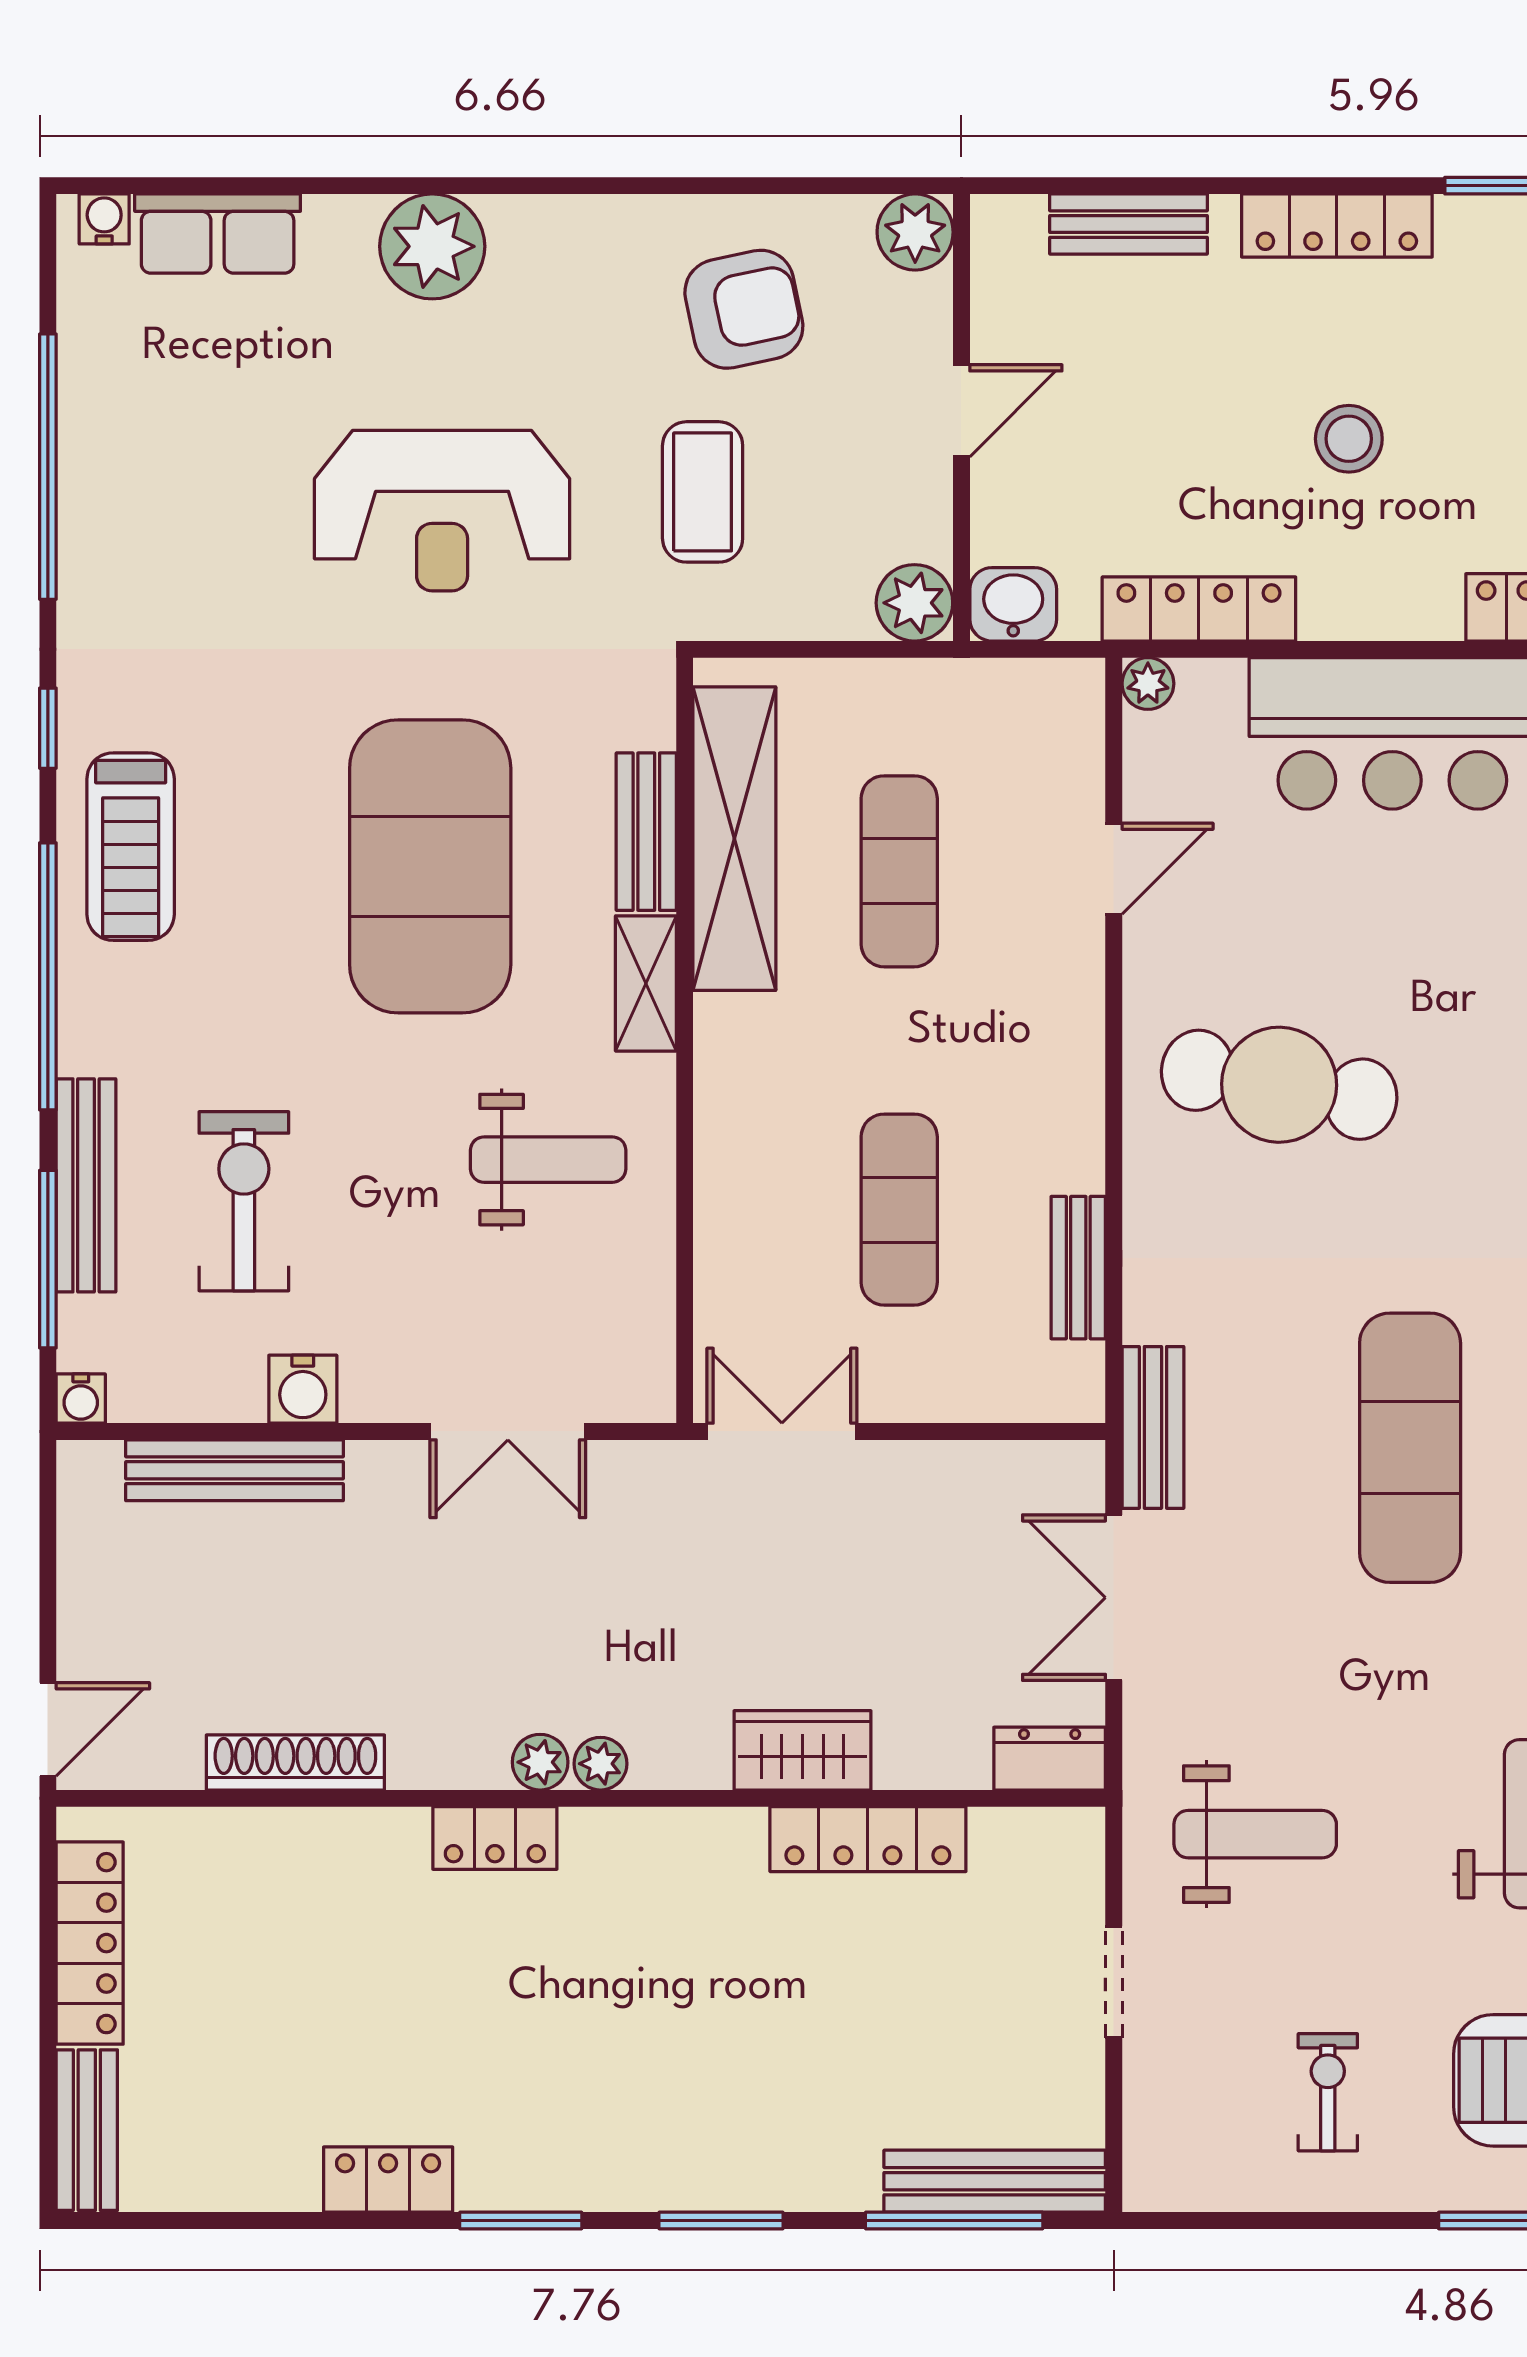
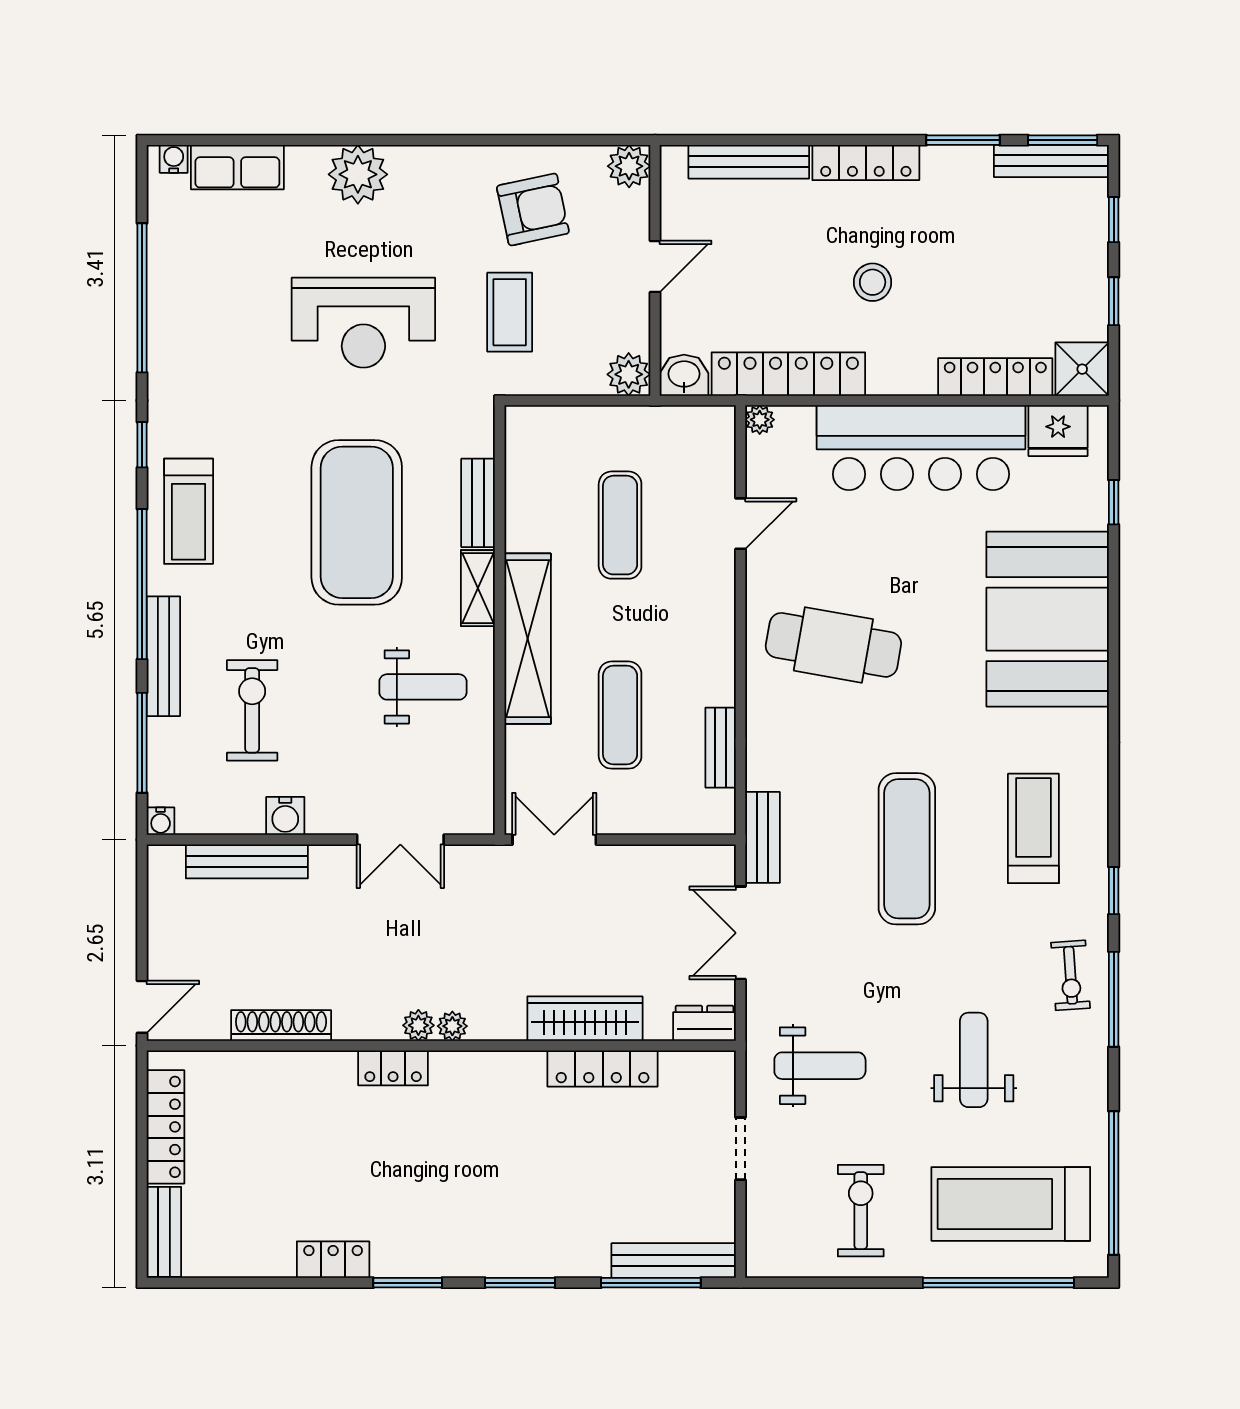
bench: (1129, 224) -> (749, 162), width x1.36
locker: (1199, 609) -> (788, 374), width x1.41, depth x1.21
shelving: (734, 839) -> (528, 639), moved
bench: (86, 1185) -> (163, 656), moved
wardrobe: (803, 1750) -> (585, 1019), width x1.50
exercise bike: (1328, 2092) -> (861, 1211), width x1.38, depth x1.39

